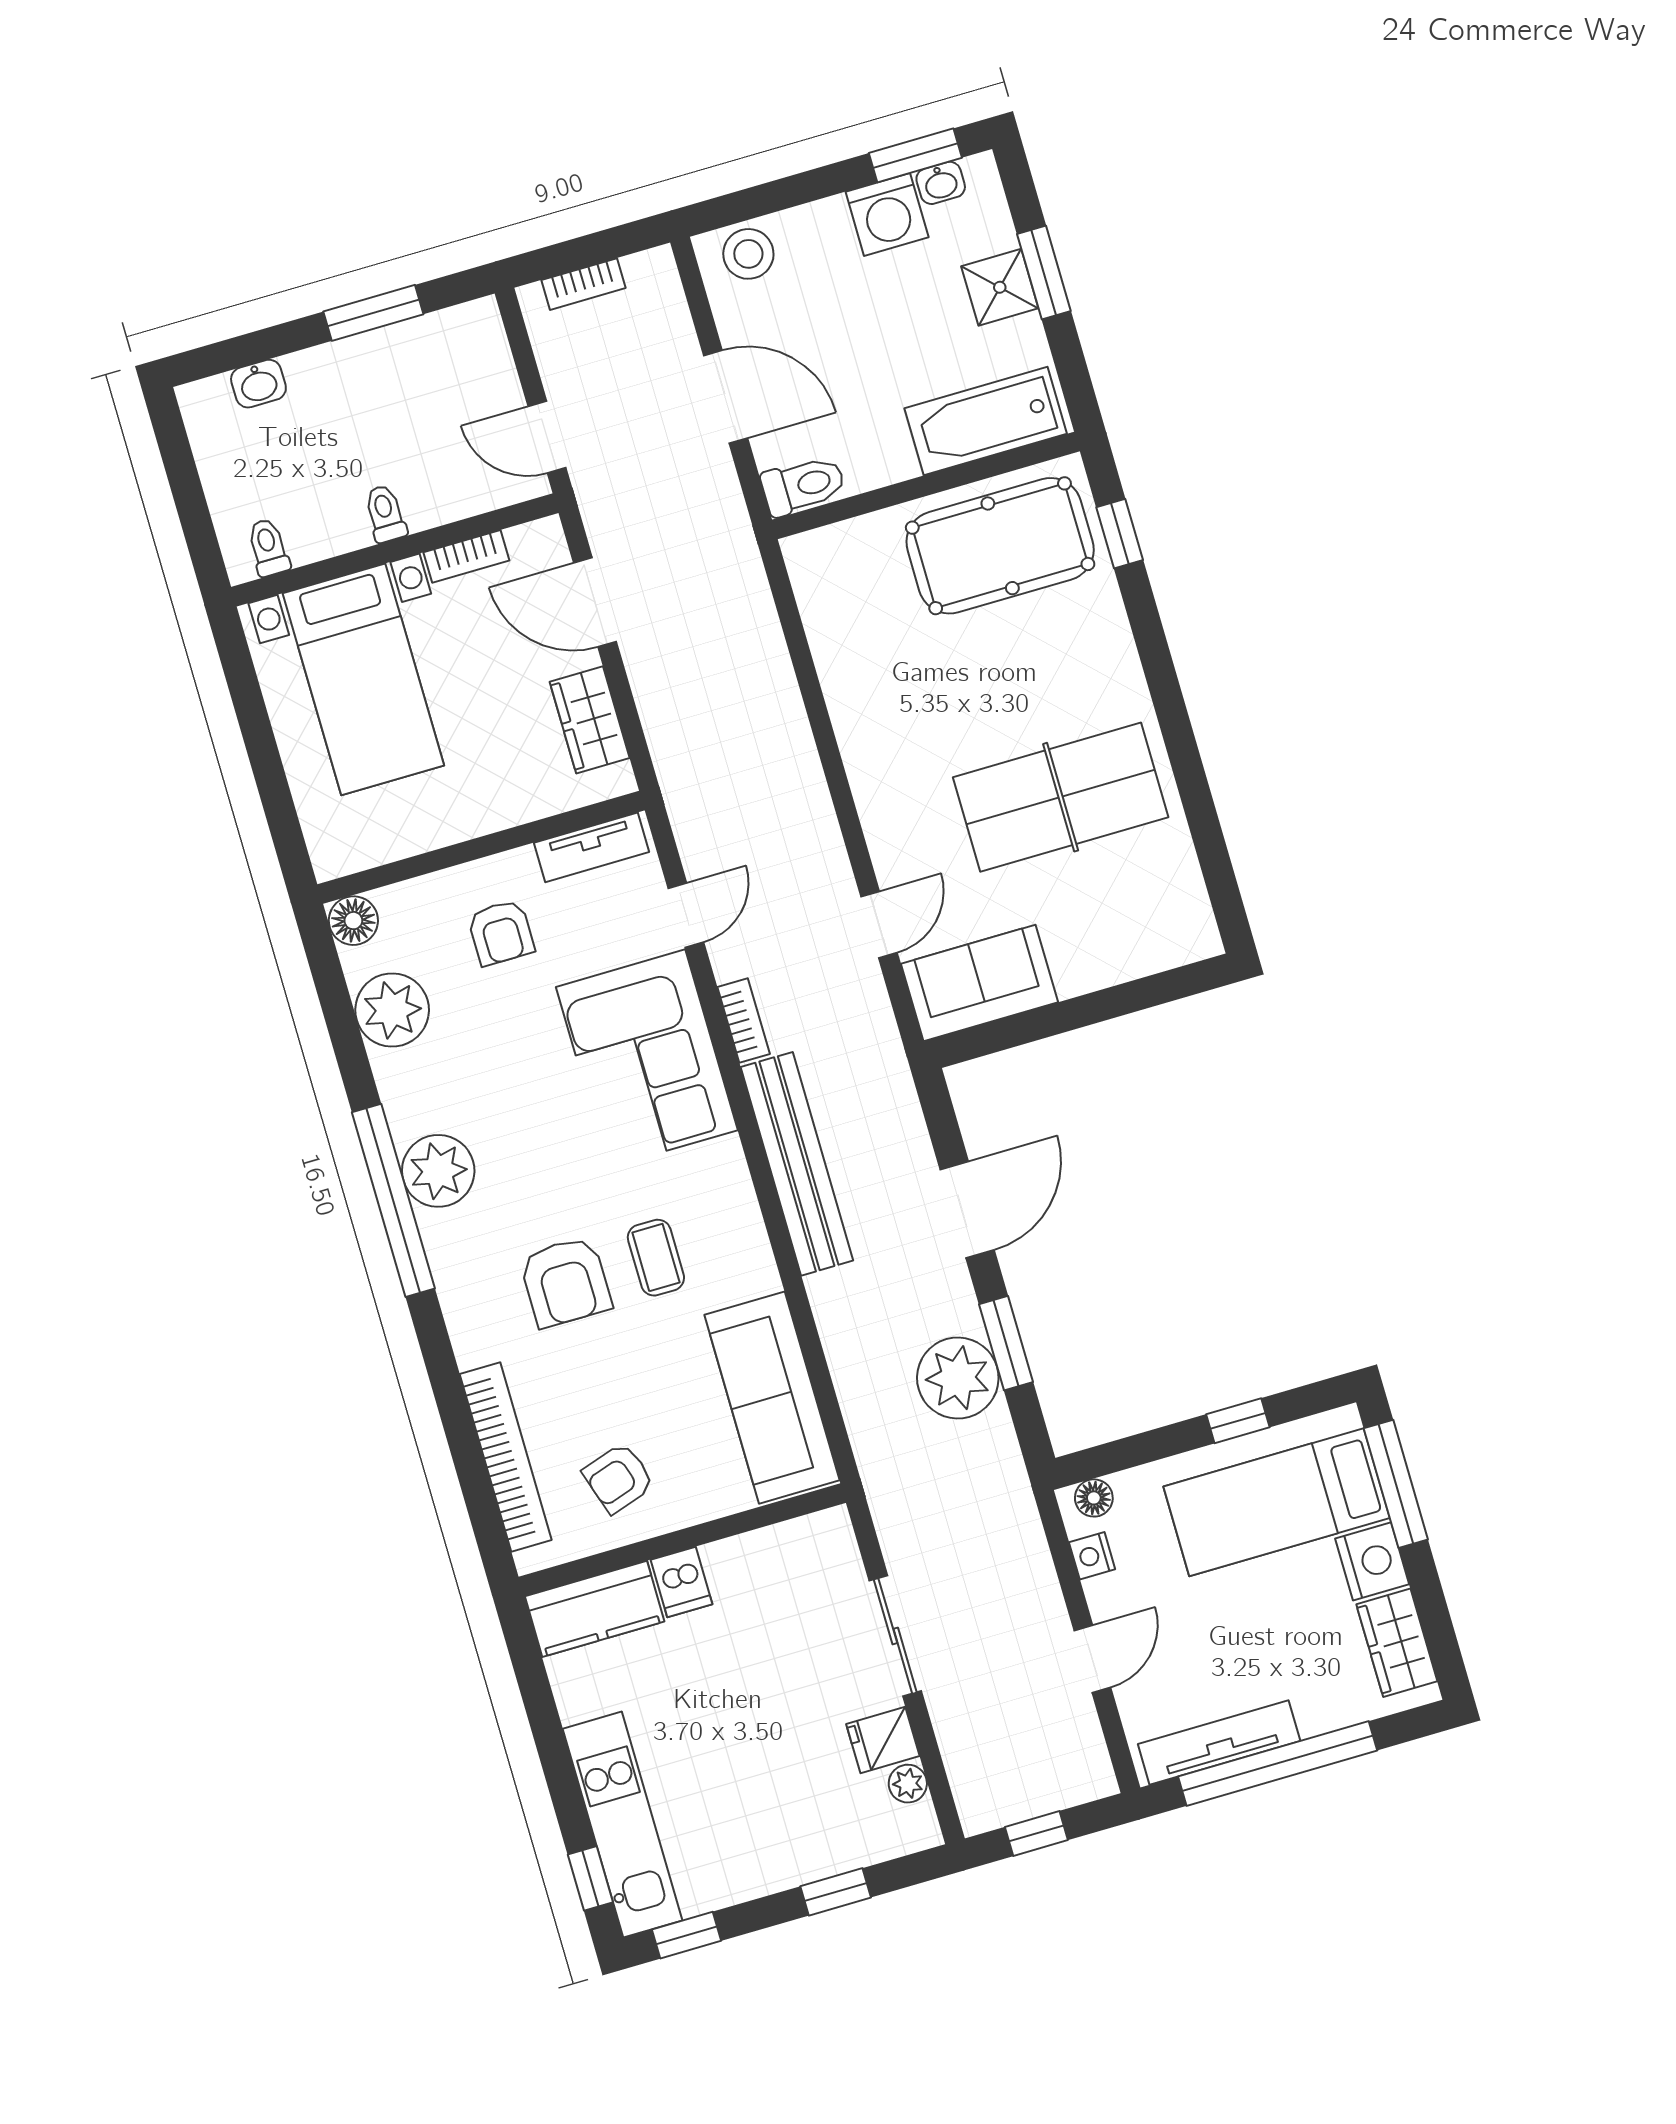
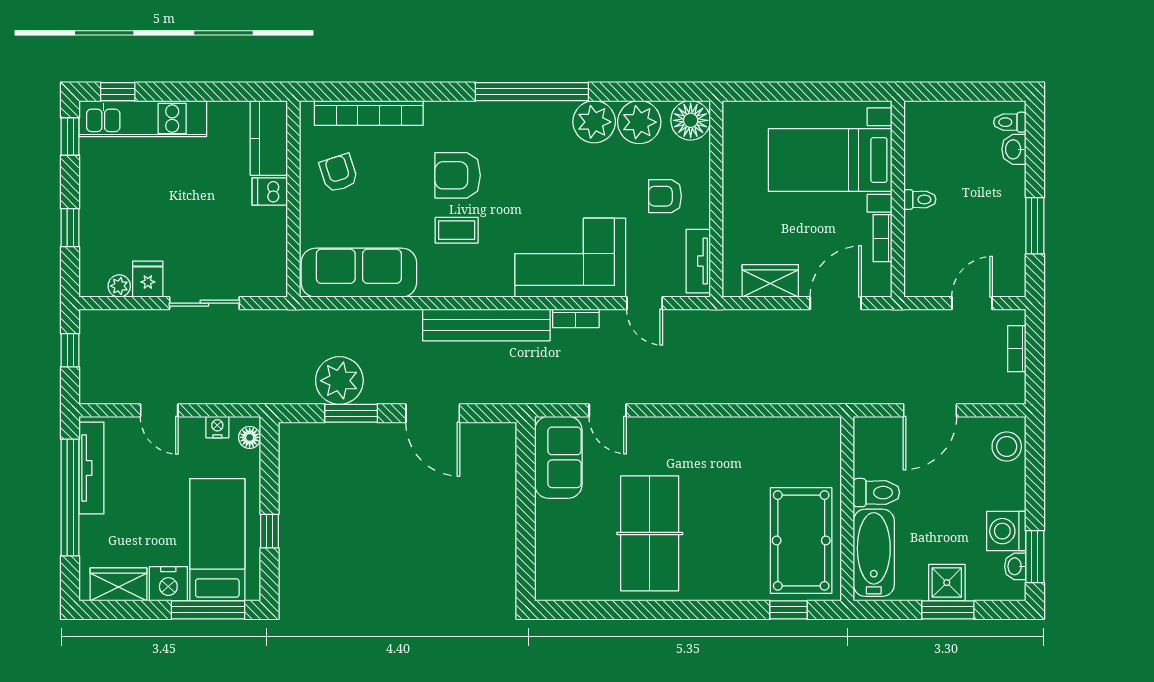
door: (547, 437) -> (972, 303), moved
toilet: (803, 485) -> (876, 493), moved, turned -90
toilet: (268, 547) -> (1010, 122), moved, turned 180
floor lamp: (353, 921) -> (691, 120), width x1.38, depth x1.38
plant: (438, 1171) -> (594, 122), moved

